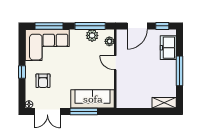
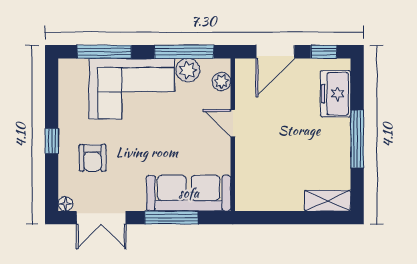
corner sofa: (47, 45) -> (132, 89), moved

